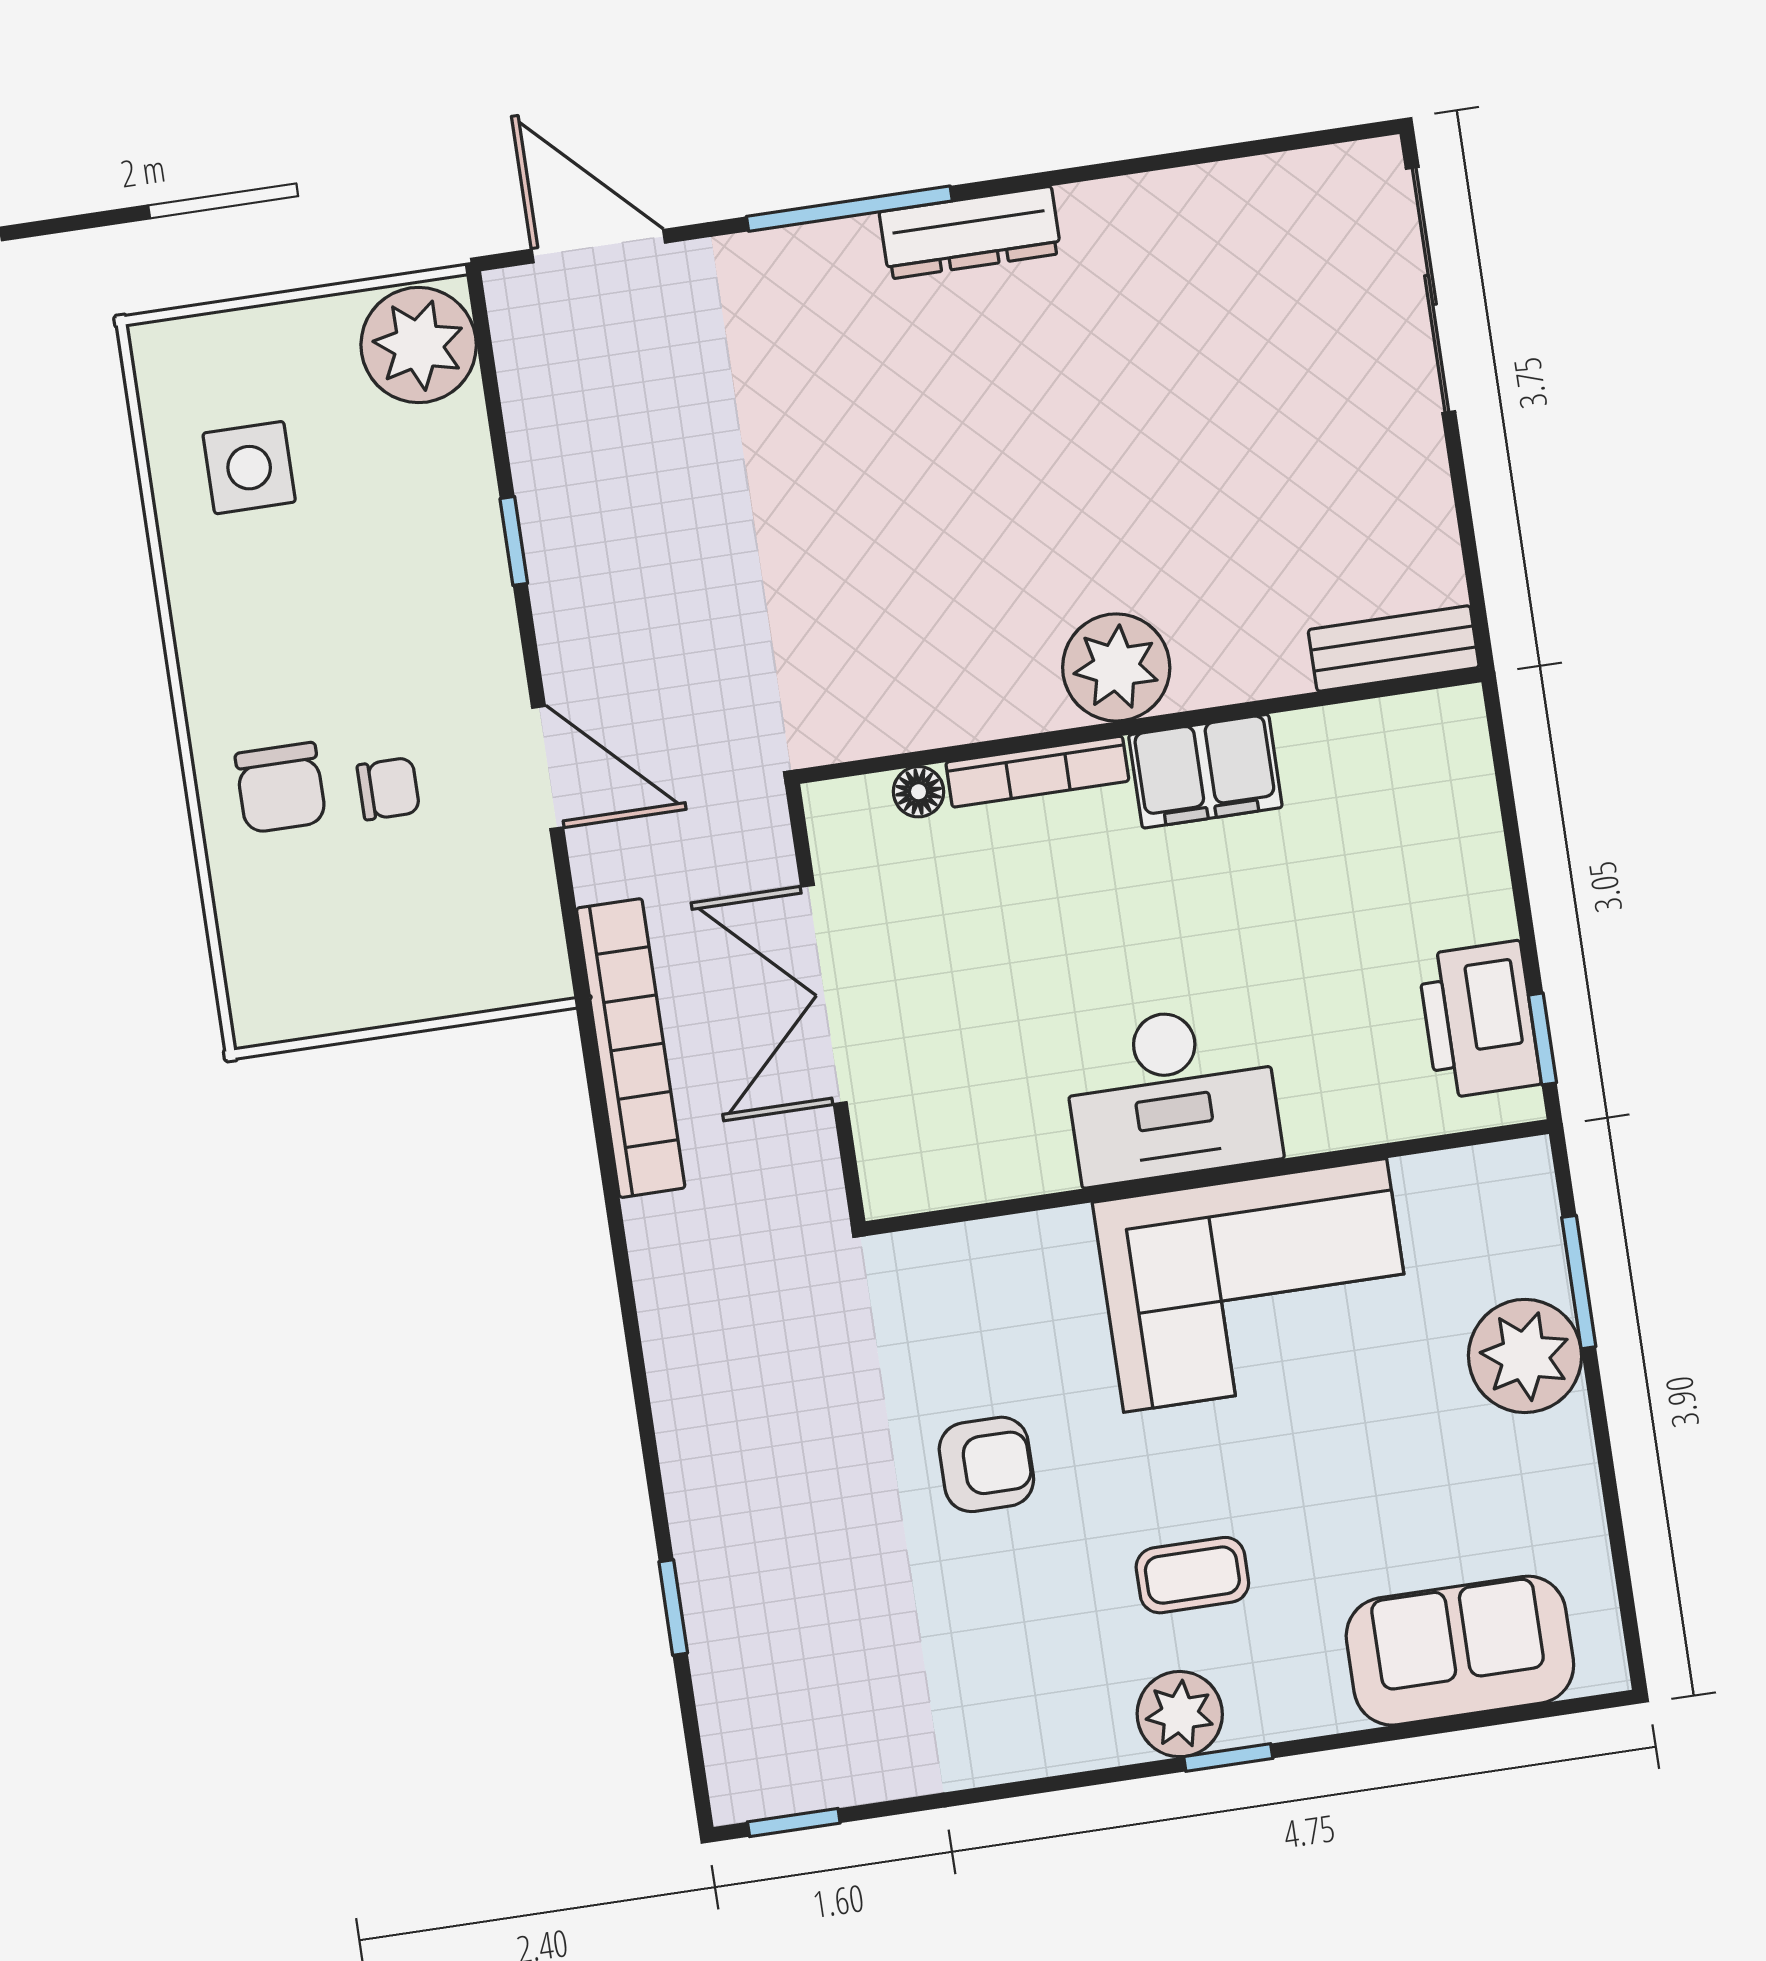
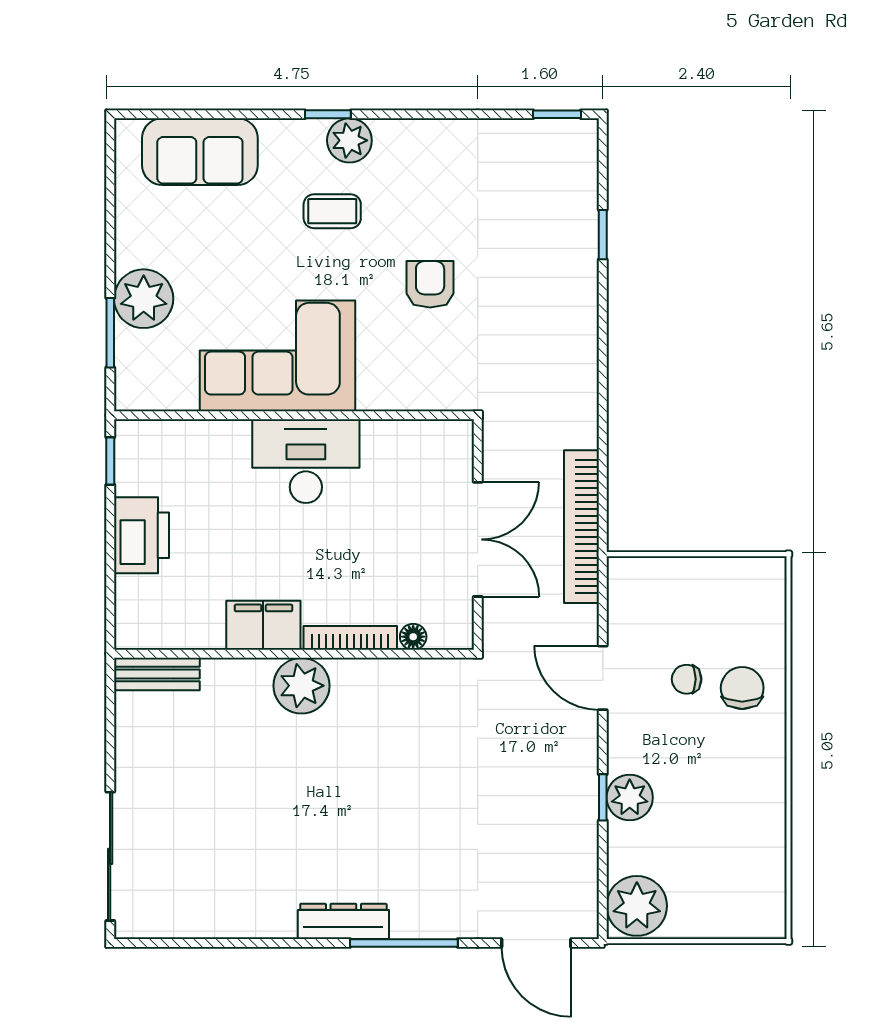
side table: (249, 468) -> (734, 856), removed
plant: (463, 548) -> (630, 798), added
printer: (1479, 1020) -> (141, 535), moved
armchair: (986, 1464) -> (430, 284), turned 90

